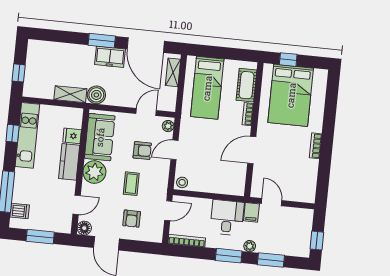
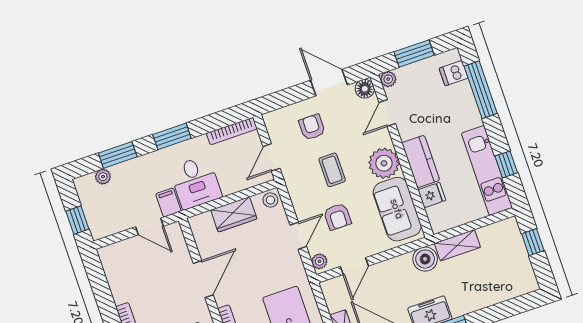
armchair: (142, 151) -> (337, 217), turned -90
wardrobe: (211, 184) -> (234, 214), added
plant: (66, 227) -> (388, 79), added
window: (317, 241) -> (77, 220), moved
plant: (250, 246) -> (103, 177), moved

